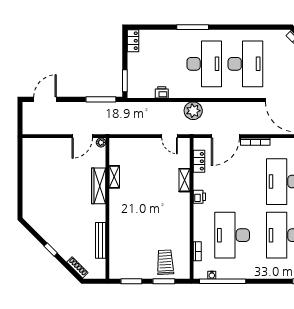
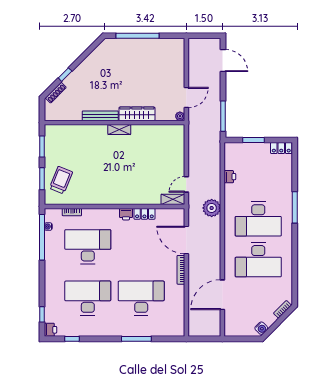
window: (125, 81) -> (254, 140), moved
door: (82, 136) -> (186, 98), swing flipped
locker: (199, 161) -> (144, 214), moved
shelving: (114, 177) -> (119, 130), moved
shelving: (185, 180) -> (173, 199), moved
window: (20, 185) -> (137, 36), added
bench: (101, 240) -> (100, 116), moved
window: (51, 250) -> (65, 75), moved
trolley: (165, 262) -> (61, 180), turned -65

